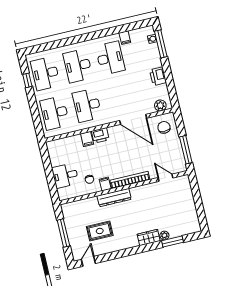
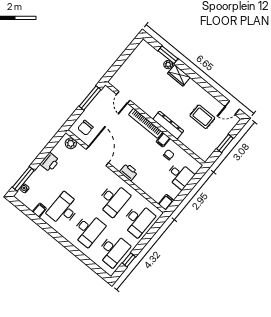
filing cabinet: (87, 139) -> (166, 202), moved
window: (63, 233) -> (225, 143), width x0.69

